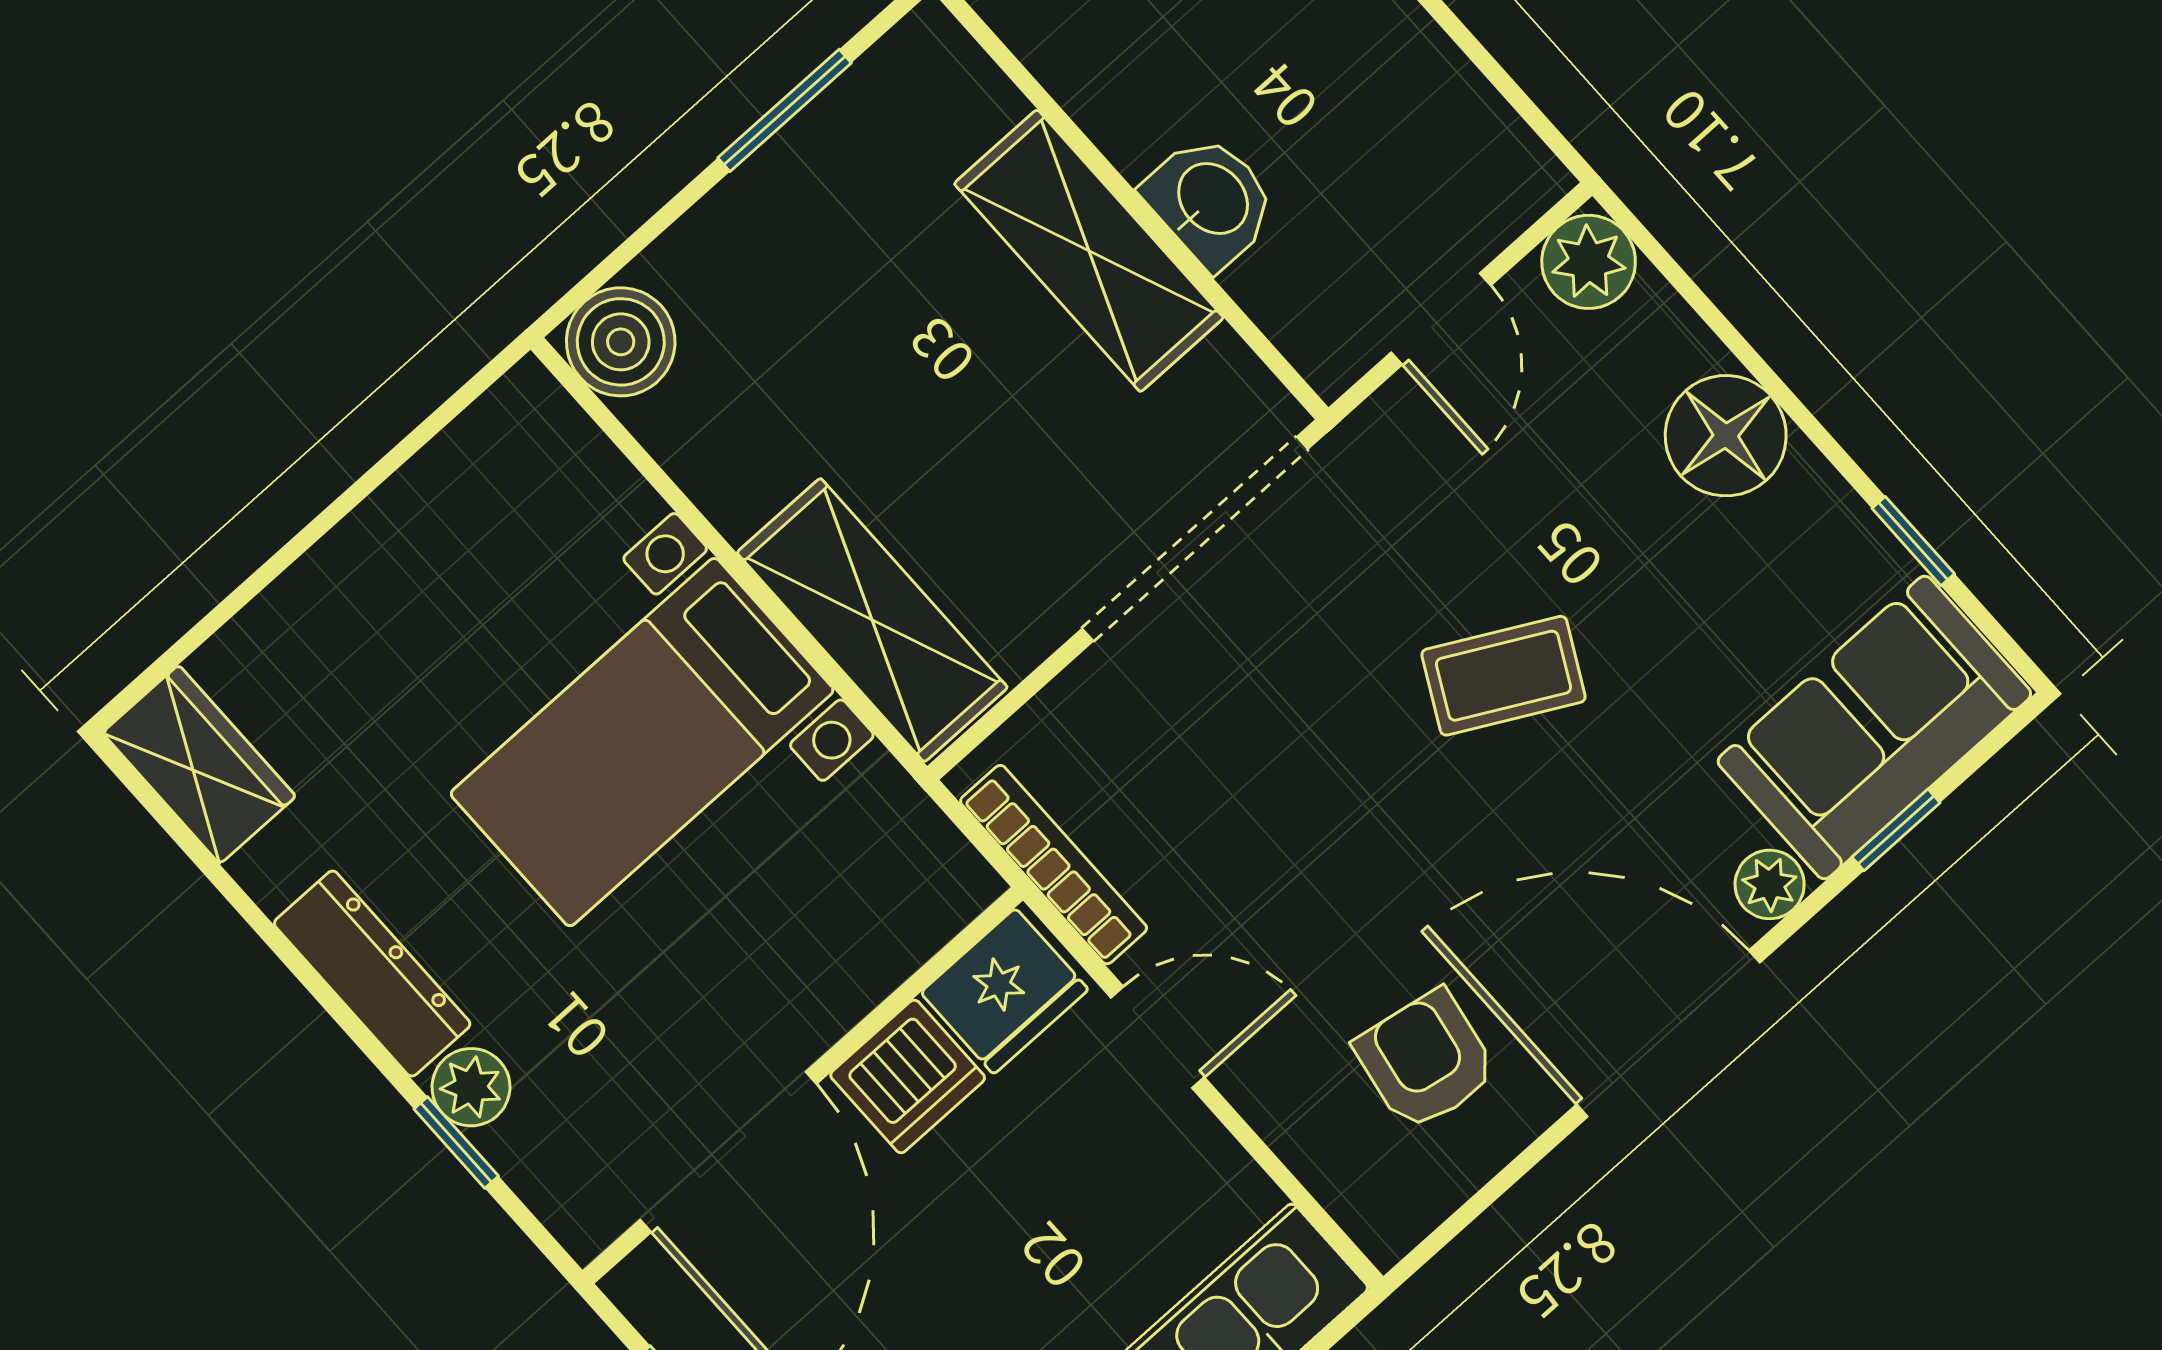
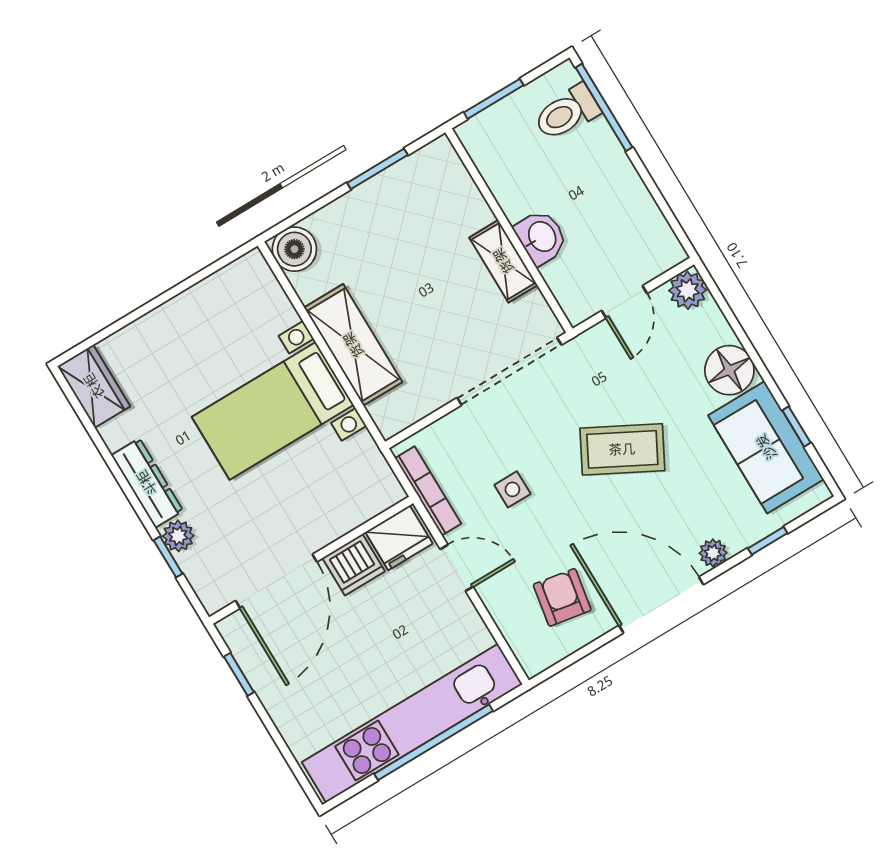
shelving: (1089, 251) -> (503, 261), width x0.67, depth x0.75
shelving: (872, 620) -> (353, 345), moved
coffee table: (1504, 676) -> (622, 449), width x1.36, depth x1.30
sofa: (1874, 728) -> (766, 447), moved, turned -90
side table: (1256, 822) -> (512, 489), added

